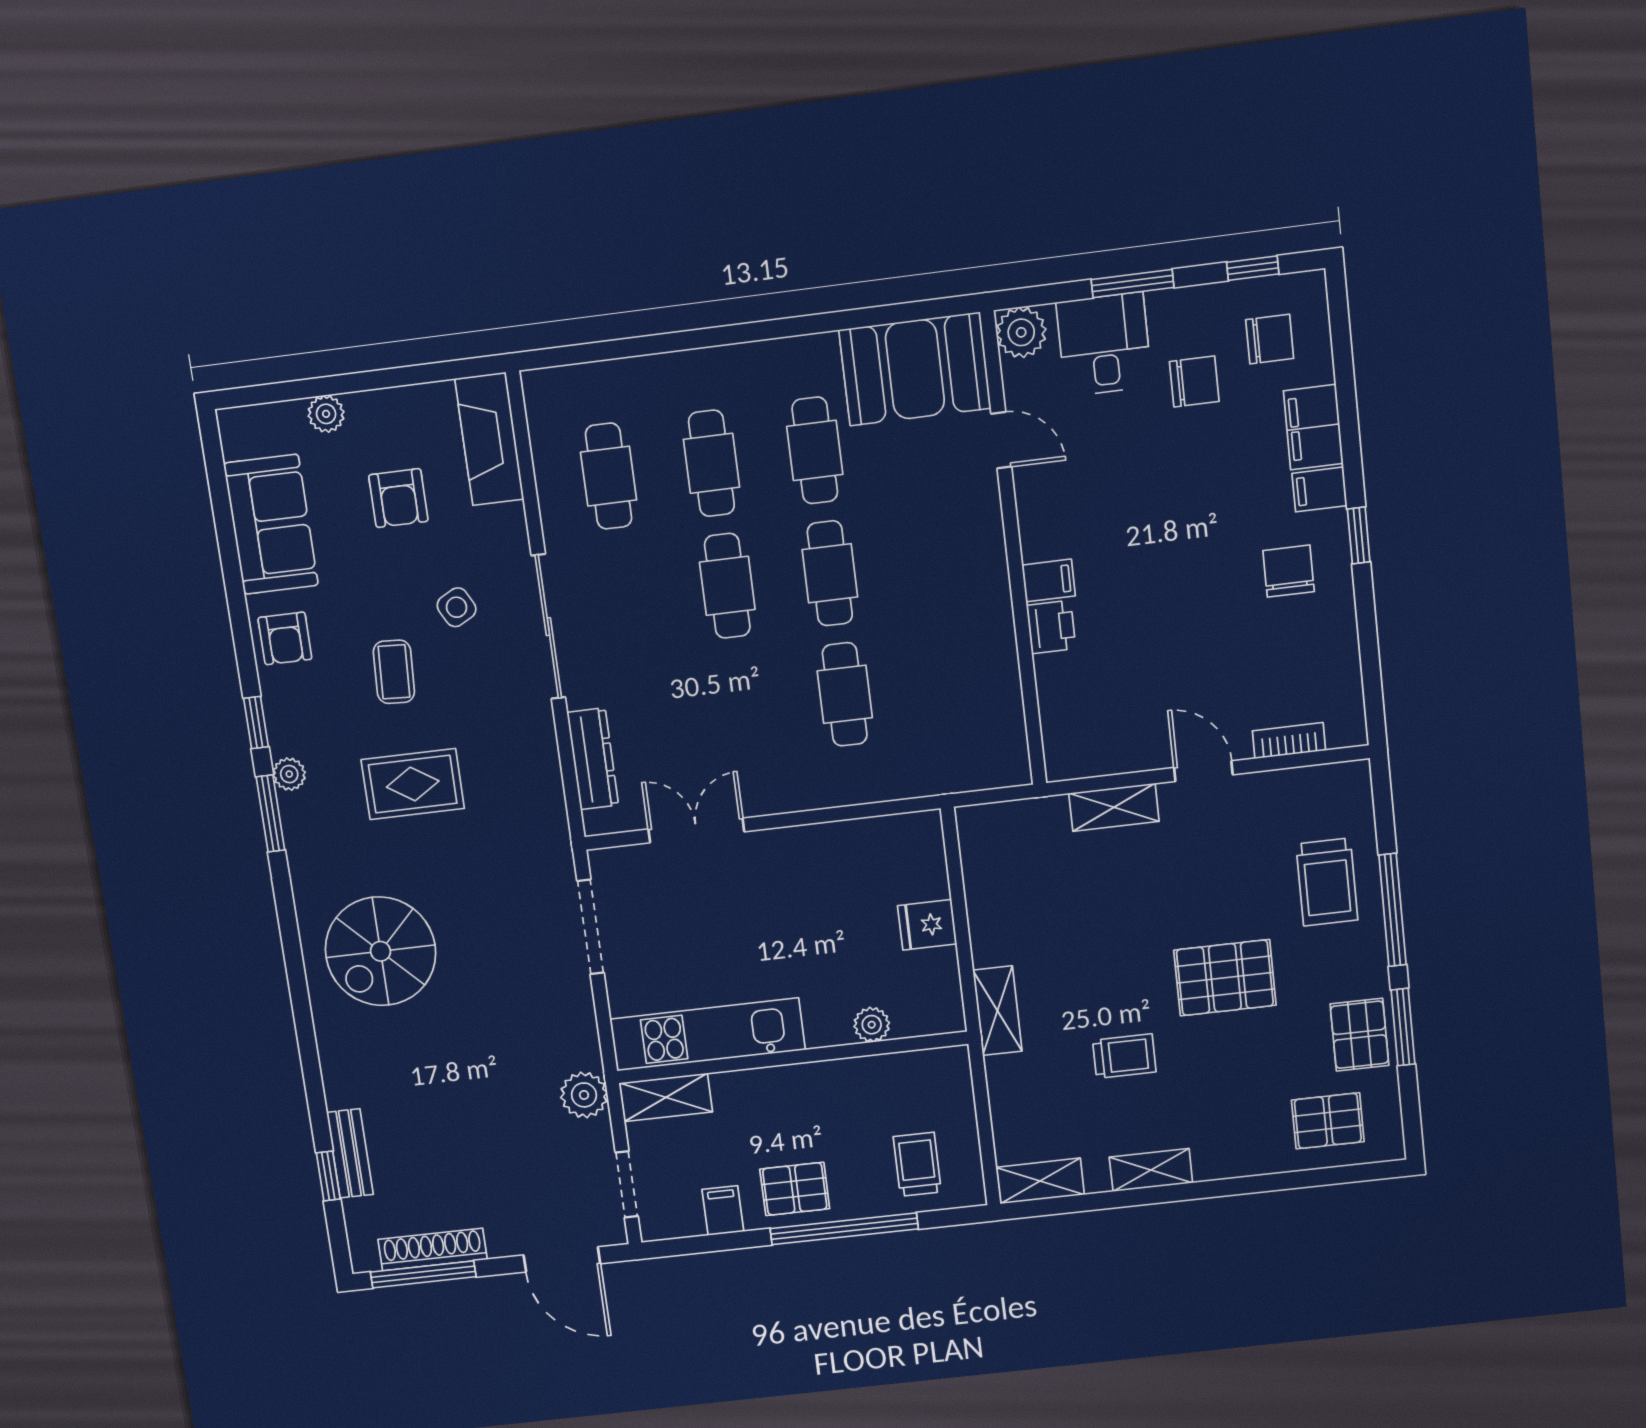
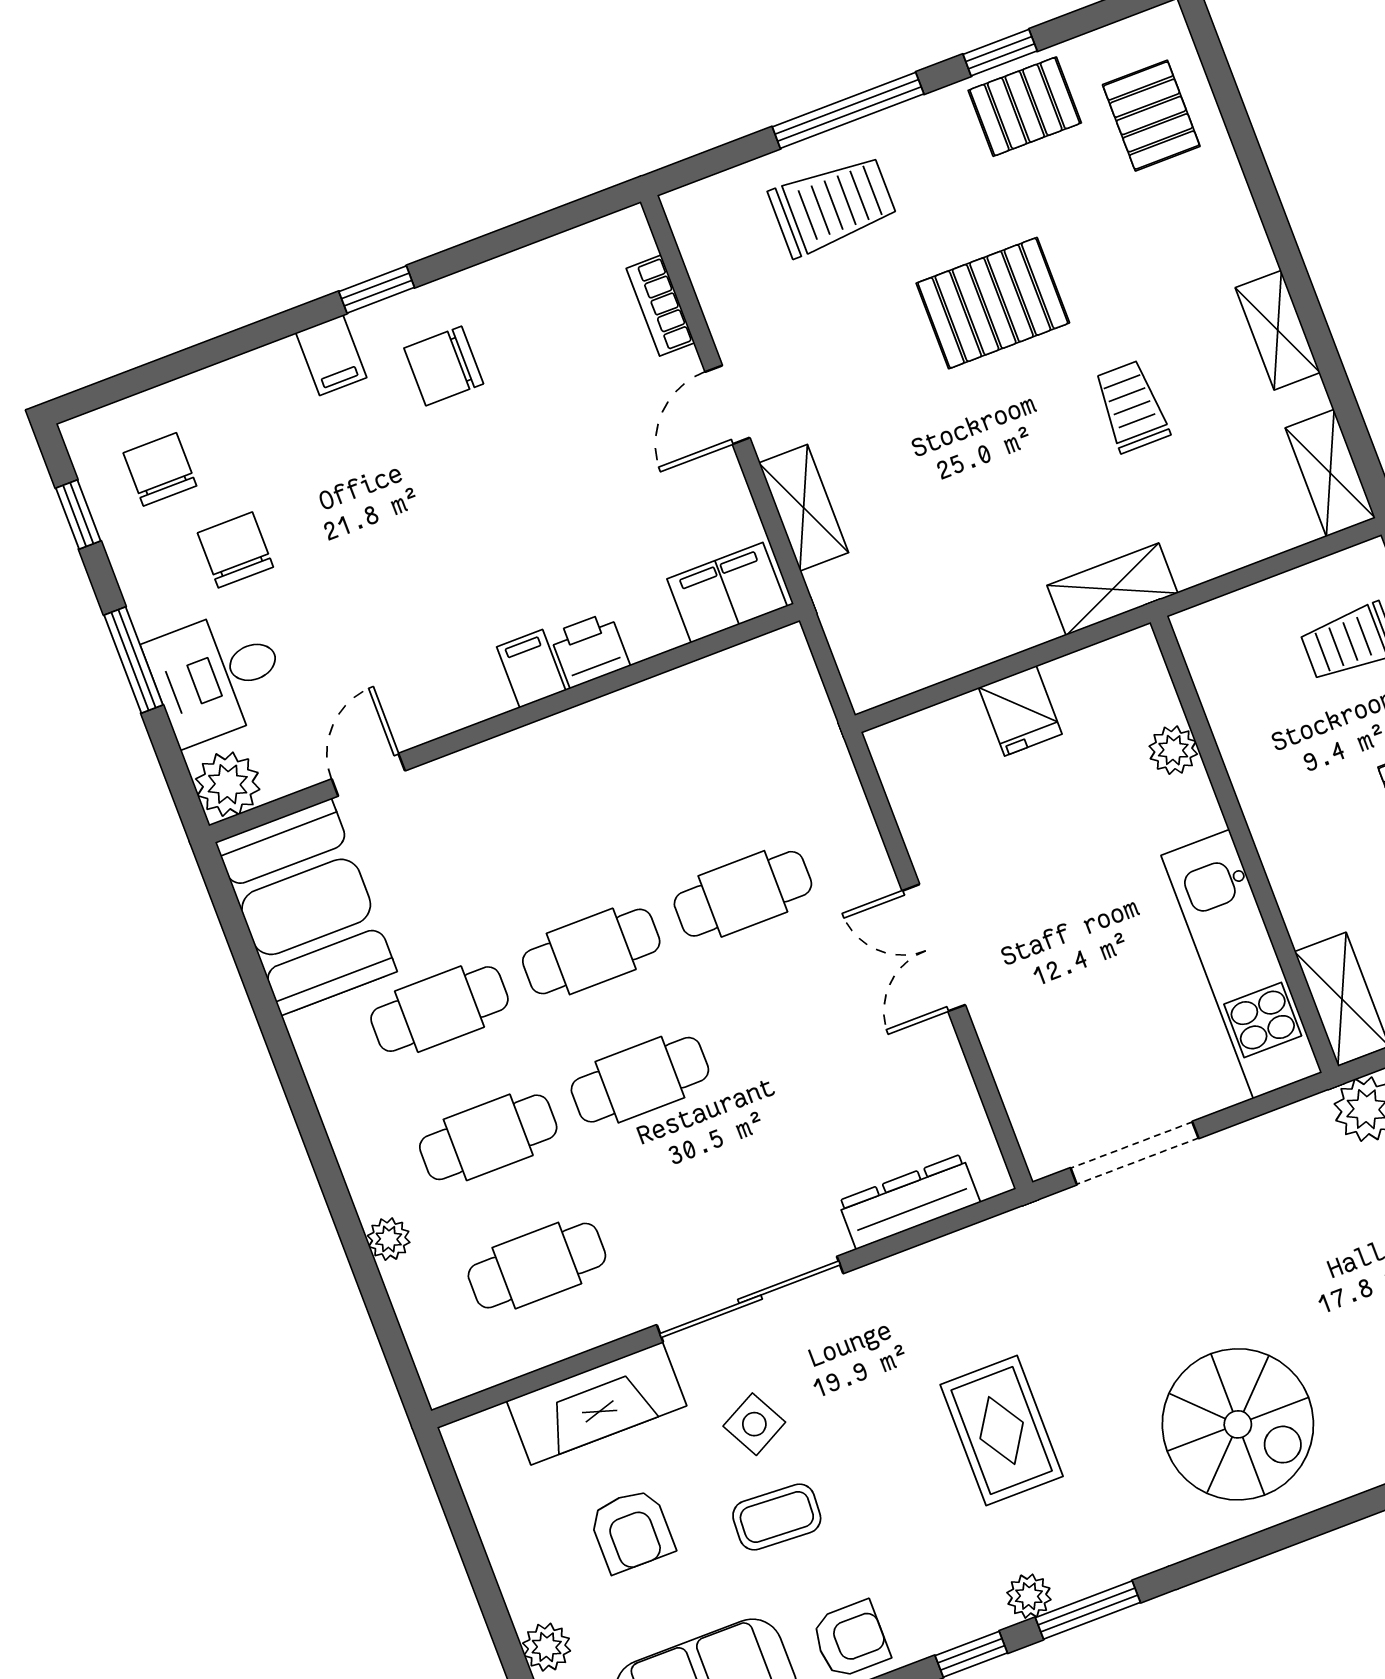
plant: (654, 370) -> (389, 1239), added
filing cabinet: (1313, 427) -> (727, 593), moved, turned 180
fireplace: (489, 439) -> (597, 1403), moved
armchair: (398, 498) -> (632, 1531), turned 90
coffee table: (394, 672) -> (777, 1517), moved
double door: (696, 830) -> (934, 948), moved
pallet: (1225, 978) -> (993, 303), turned 90
window: (1403, 1027) -> (1000, 53), width x0.67

